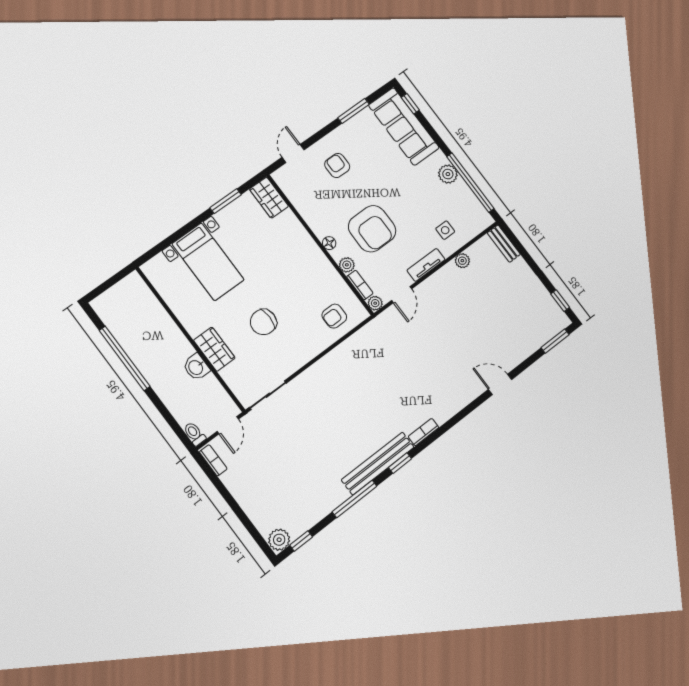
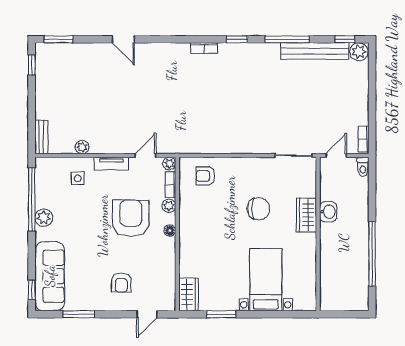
armchair: (334, 316) -> (205, 176), turned 180
bench: (378, 463) -> (315, 51), moved

